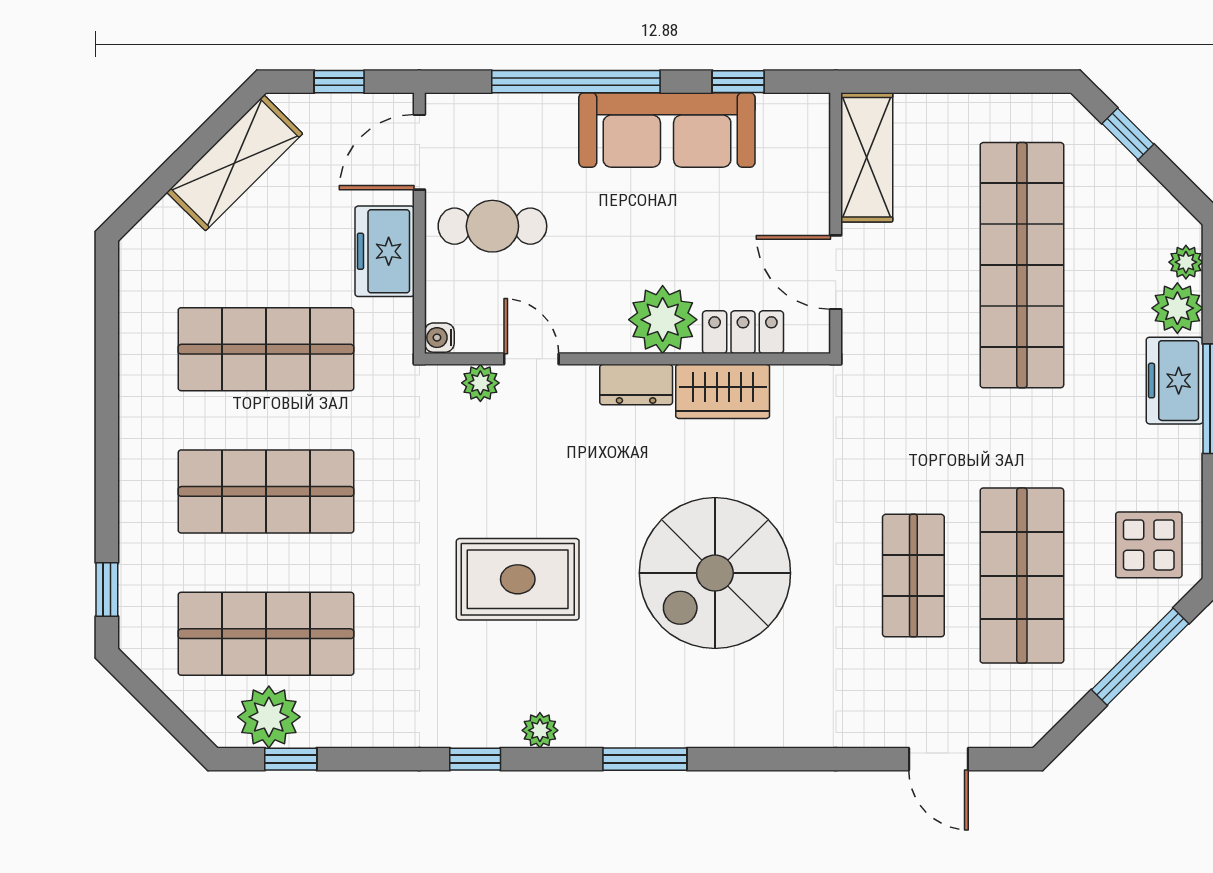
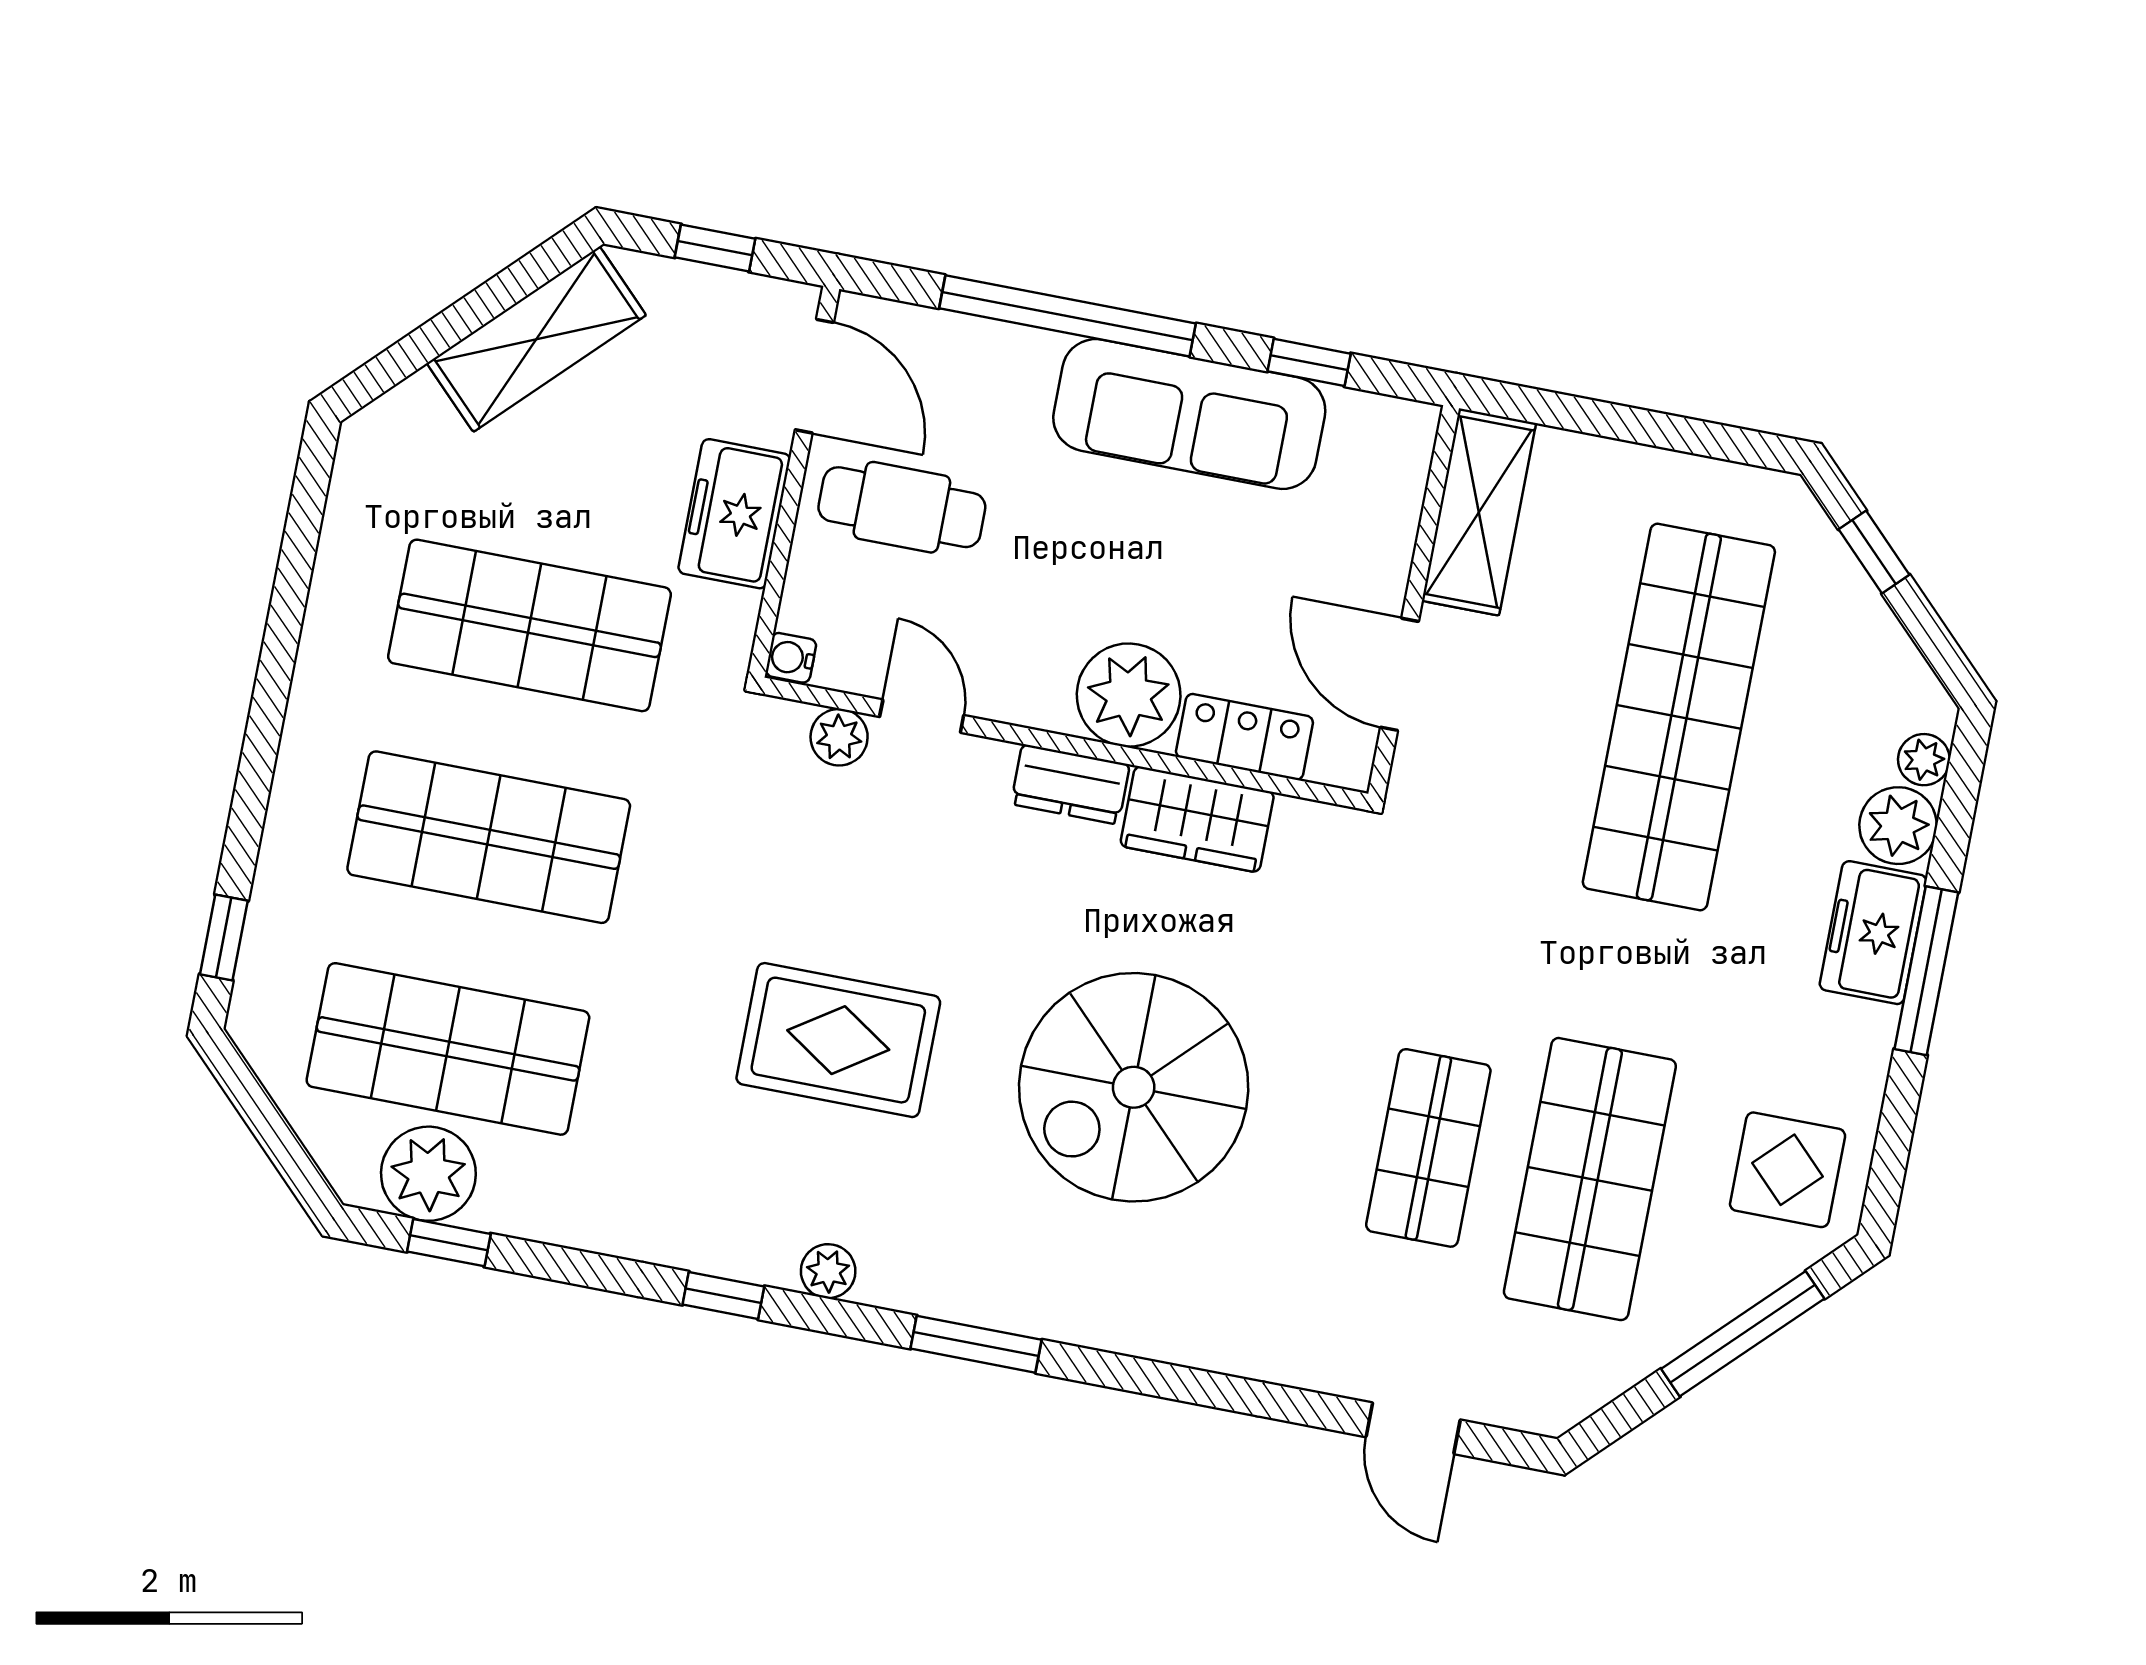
door: (419, 152) -> (814, 376), swing flipped

